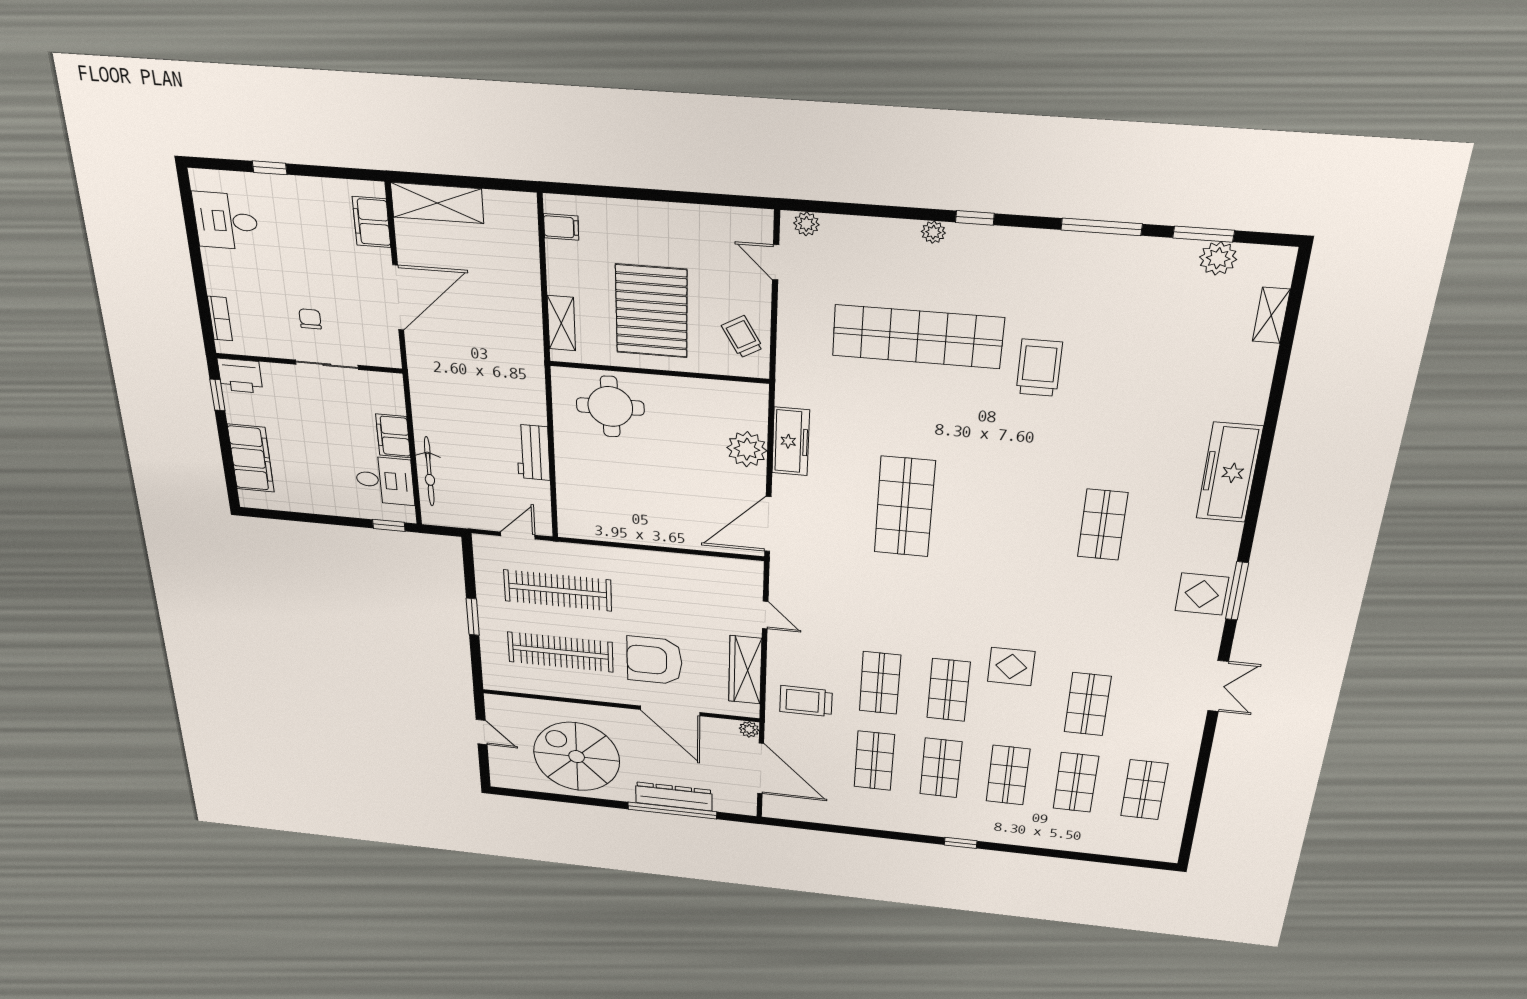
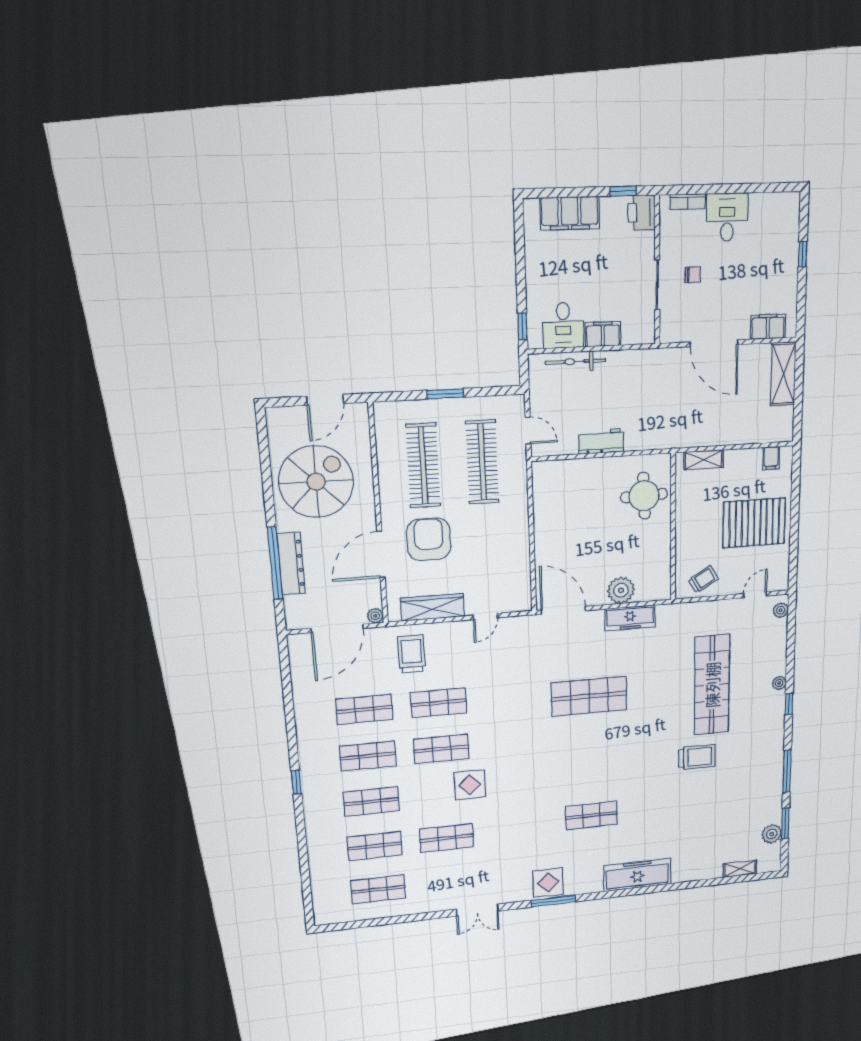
desk: (226, 221) -> (727, 217), moved
pallet: (651, 311) -> (754, 523), moved
door: (482, 732) -> (325, 400), width x1.38

